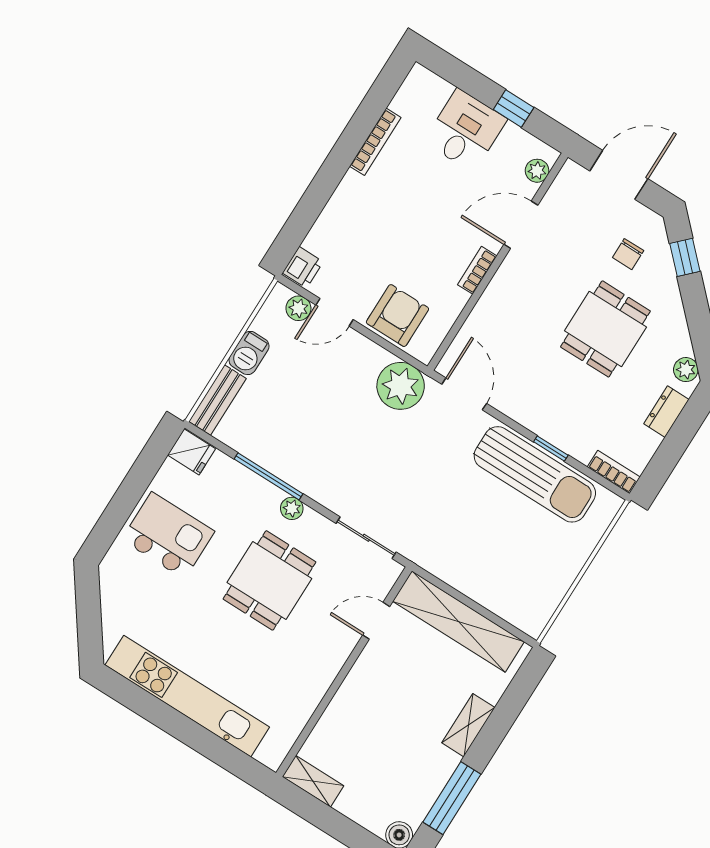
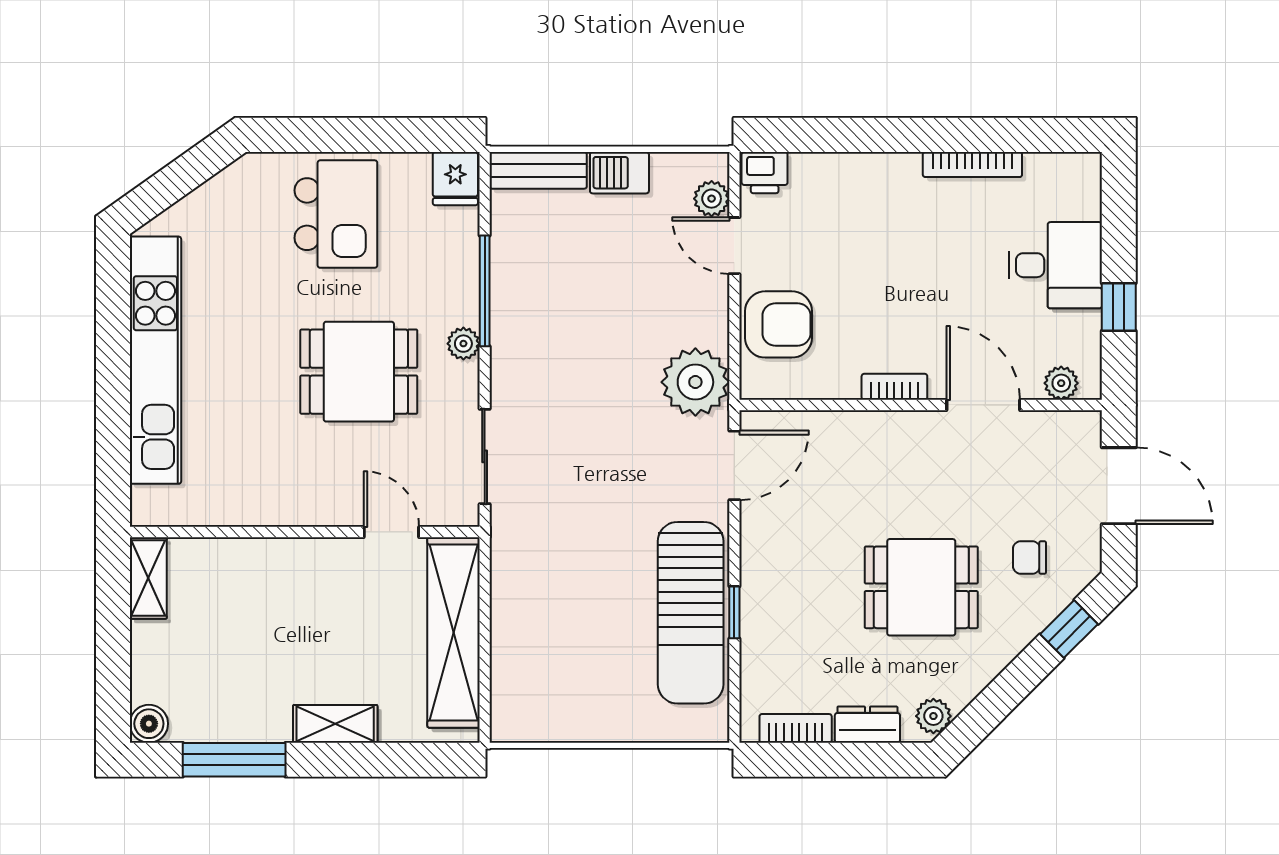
bookcase: (614, 472) -> (796, 728), moved, turned -90

